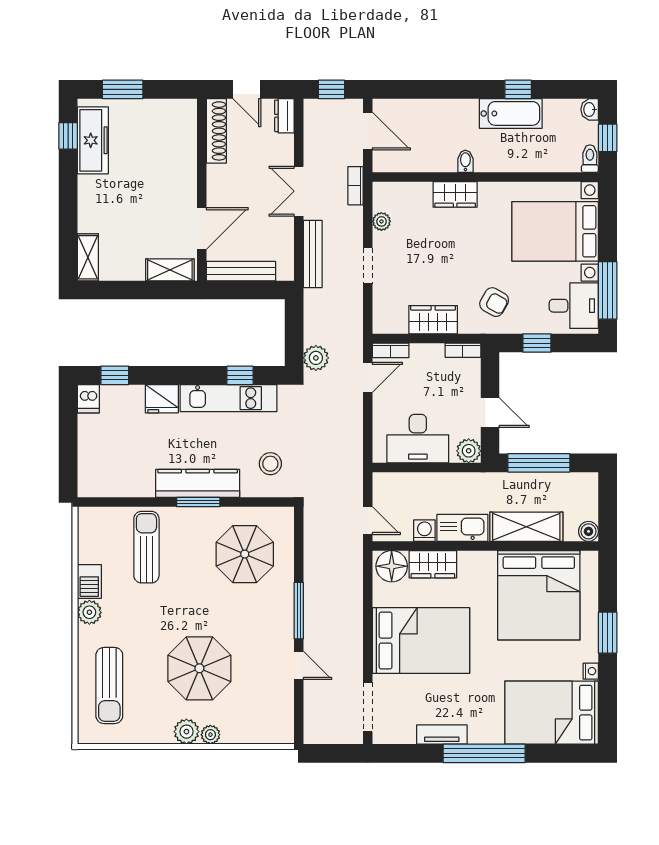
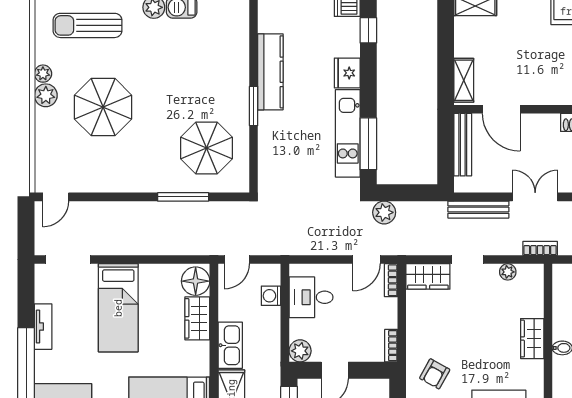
wardrobe: (433, 320) -> (428, 276), moved, turned 90
window: (240, 375) -> (368, 144), width x2.17
door: (368, 377) -> (367, 260), hinge flipped
desk: (418, 439) -> (311, 297), width x0.73
stool: (270, 464) -> (288, 171), removed
kitchen counter: (198, 483) -> (270, 72), moved
washing machine: (424, 531) -> (271, 296), moved, turned 180
sun lounger: (146, 547) -> (213, 59), removed
window: (299, 611) -> (183, 197), moved
bed: (421, 641) -> (118, 308), width x0.67
door: (299, 665) -> (56, 197), moved
plant: (210, 735) -> (43, 74), moved

